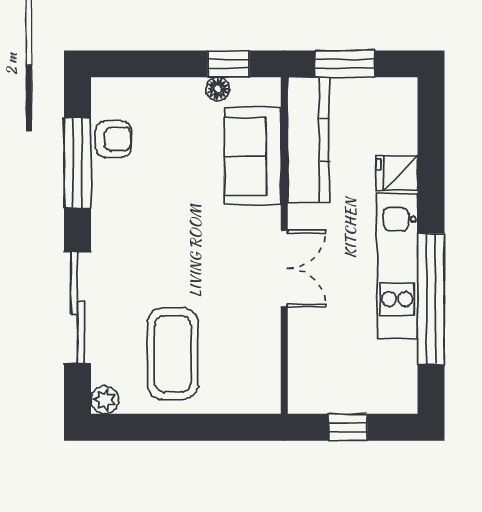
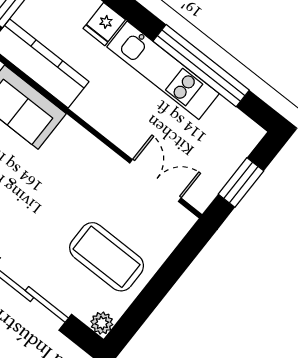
double door: (284, 268) -> (155, 181), moved
window: (348, 427) -> (241, 183), width x1.50

